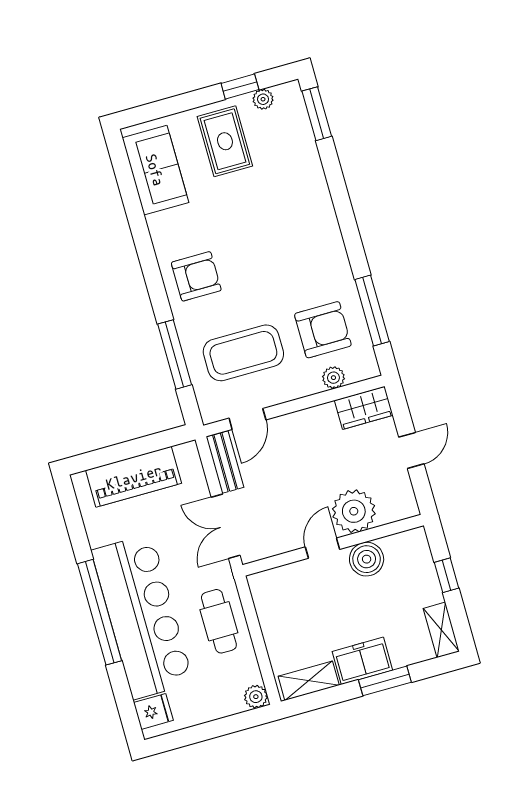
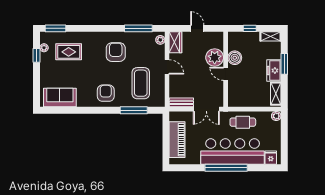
rug: (225, 141) -> (69, 52), moved
armchair: (323, 330) -> (116, 52), moved
plant: (333, 378) -> (160, 40), moved
door: (247, 419) -> (167, 67), moved

